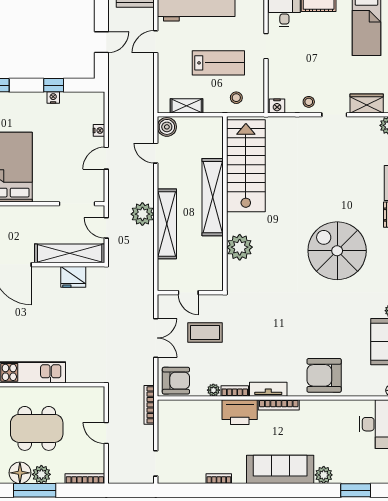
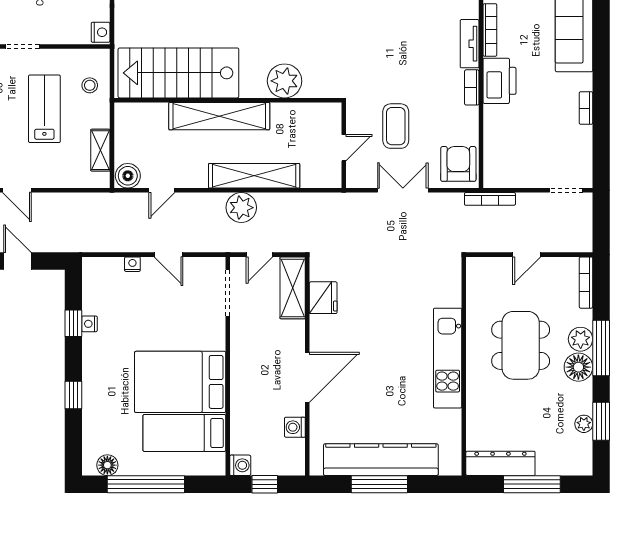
shelving: (70, 253) -> (293, 288), width x0.68
plant: (213, 390) -> (471, 115), removed

